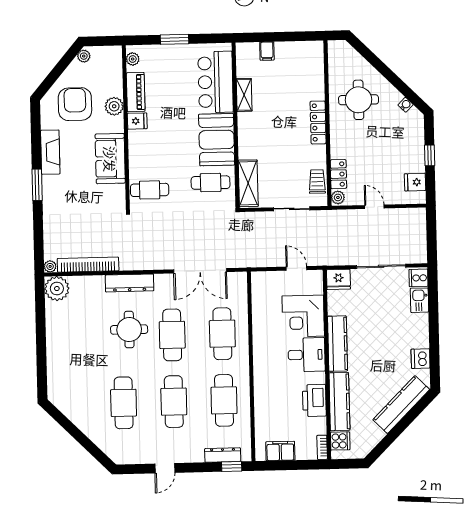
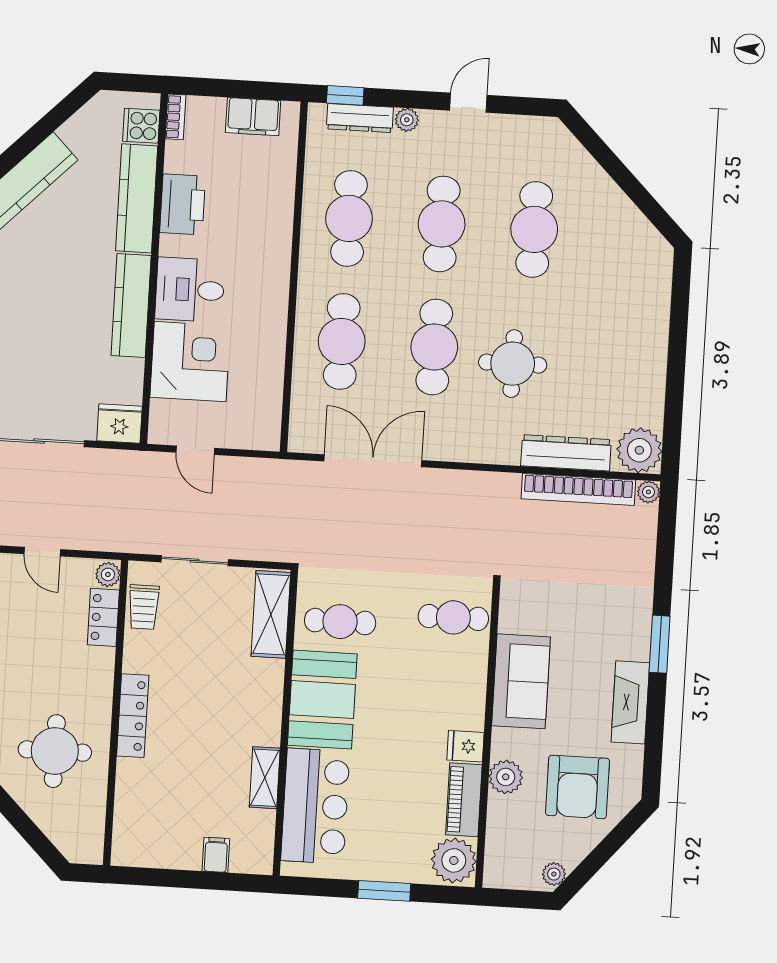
plant: (133, 59) -> (454, 860), width x1.88, depth x1.88
dresser: (129, 283) -> (566, 453), moved
plant: (197, 456) -> (407, 120), added

